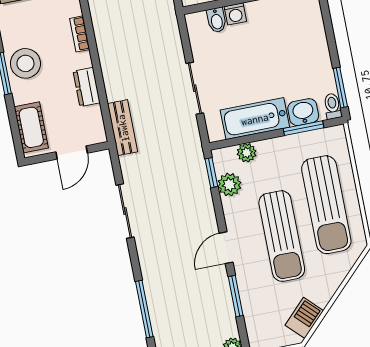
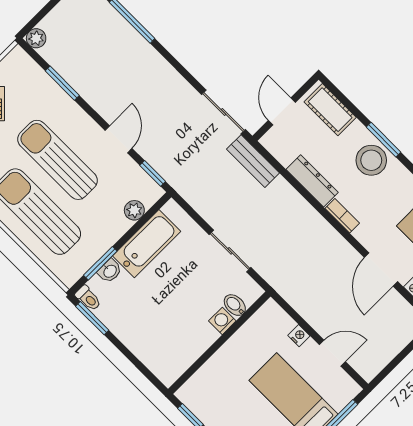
dresser: (87, 87) -> (312, 181), width x1.44
sliding door: (195, 88) -> (230, 251), moved
washbasin: (303, 112) -> (110, 271), width x0.72, depth x0.69
plant: (229, 185) -> (131, 174), removed
sliding door: (125, 211) -> (224, 112), moved
door: (226, 248) -> (119, 139), moved

